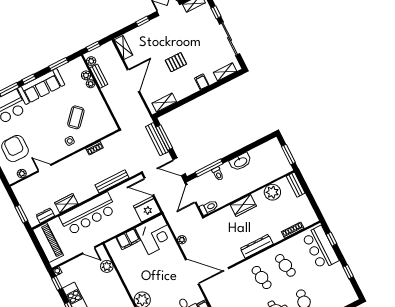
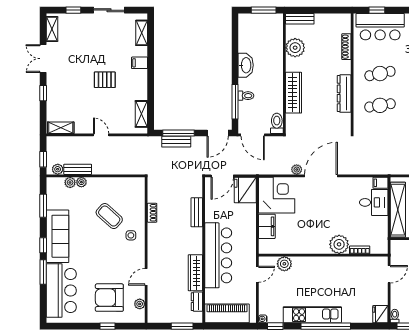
sliding door: (230, 39) -> (109, 10), width x0.73
pallet: (176, 62) -> (105, 80), turned 90
door: (133, 80) -> (101, 135), width x0.53
bench: (157, 139) -> (176, 142), width x0.73
bench: (112, 181) -> (197, 212), width x0.73
wardrobe: (66, 203) -> (195, 273), width x1.50
wardrobe: (243, 205) -> (294, 93), width x1.50
door: (192, 272) -> (321, 176), moved

